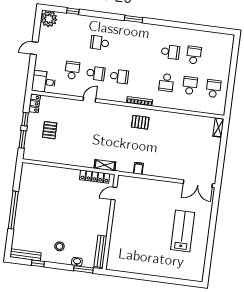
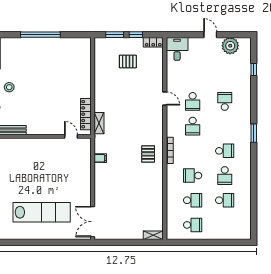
plant: (49, 19) -> (230, 46), moved
school desk: (72, 70) -> (225, 151), moved
lab bench: (183, 231) -> (42, 212), width x1.36

